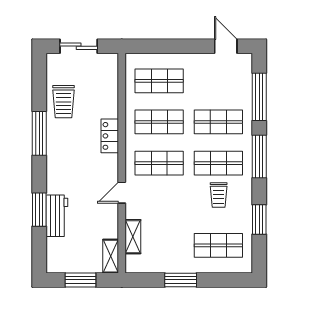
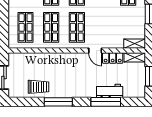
locker: (110, 136) -> (113, 58), moved
window: (39, 210) -> (106, 102), width x1.44
shelving: (133, 237) -> (135, 44), moved

